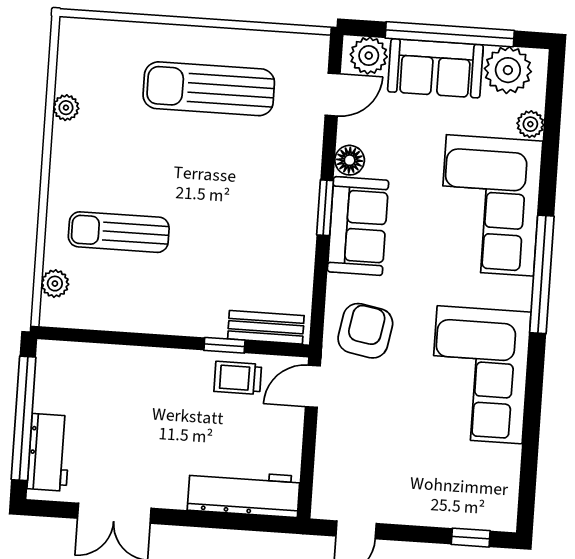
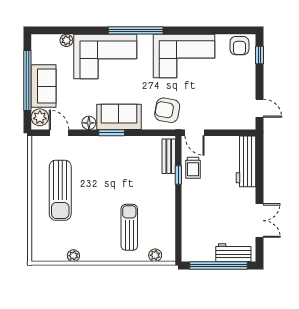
plant: (508, 70) -> (42, 52), removed
sun lounger: (119, 232) -> (129, 227), turned 180
armchair: (494, 496) -> (239, 46), added

